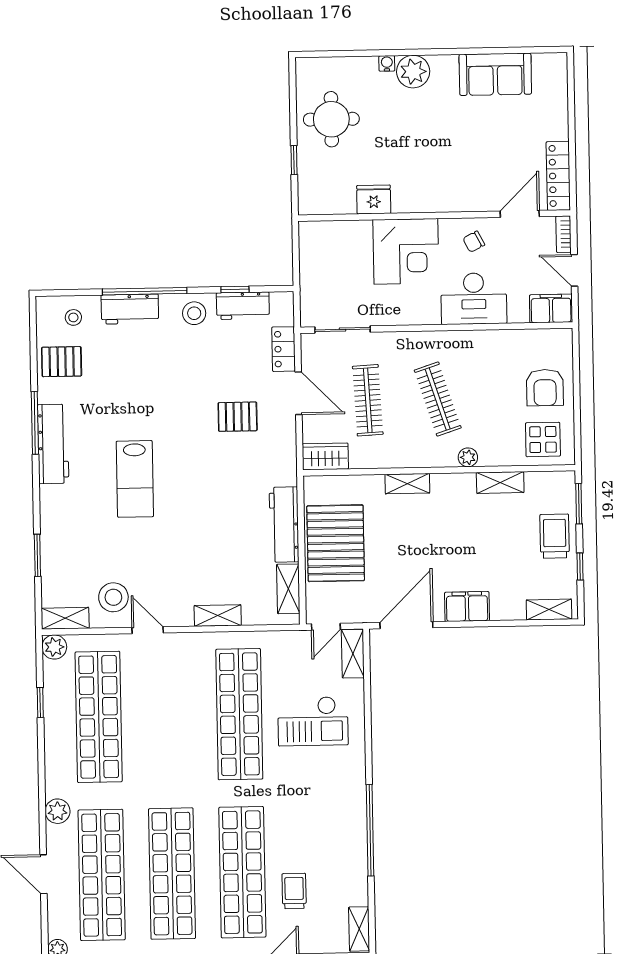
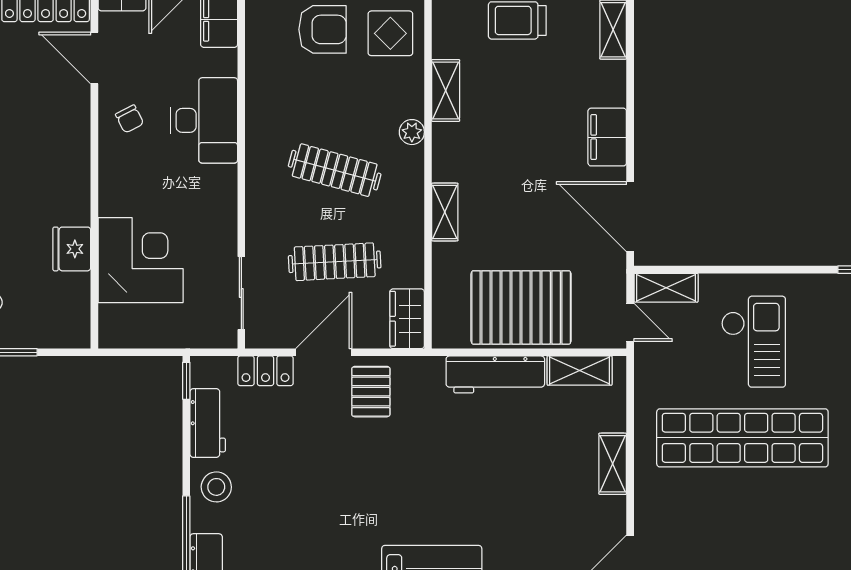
corner desk: (406, 251) -> (141, 260), moved
window: (235, 289) -> (186, 381), moved
clothes rail: (438, 399) -> (335, 170), turned 33
pallet: (238, 417) -> (371, 392), moved

